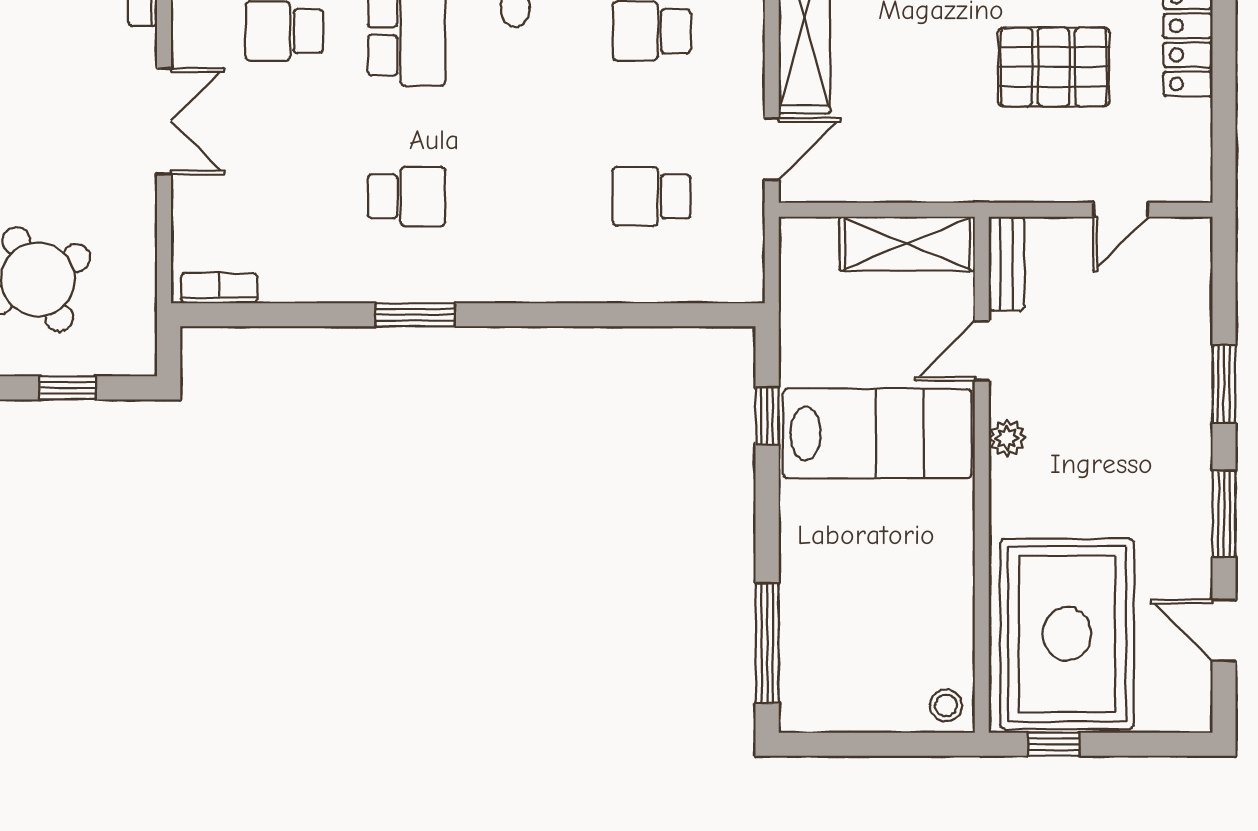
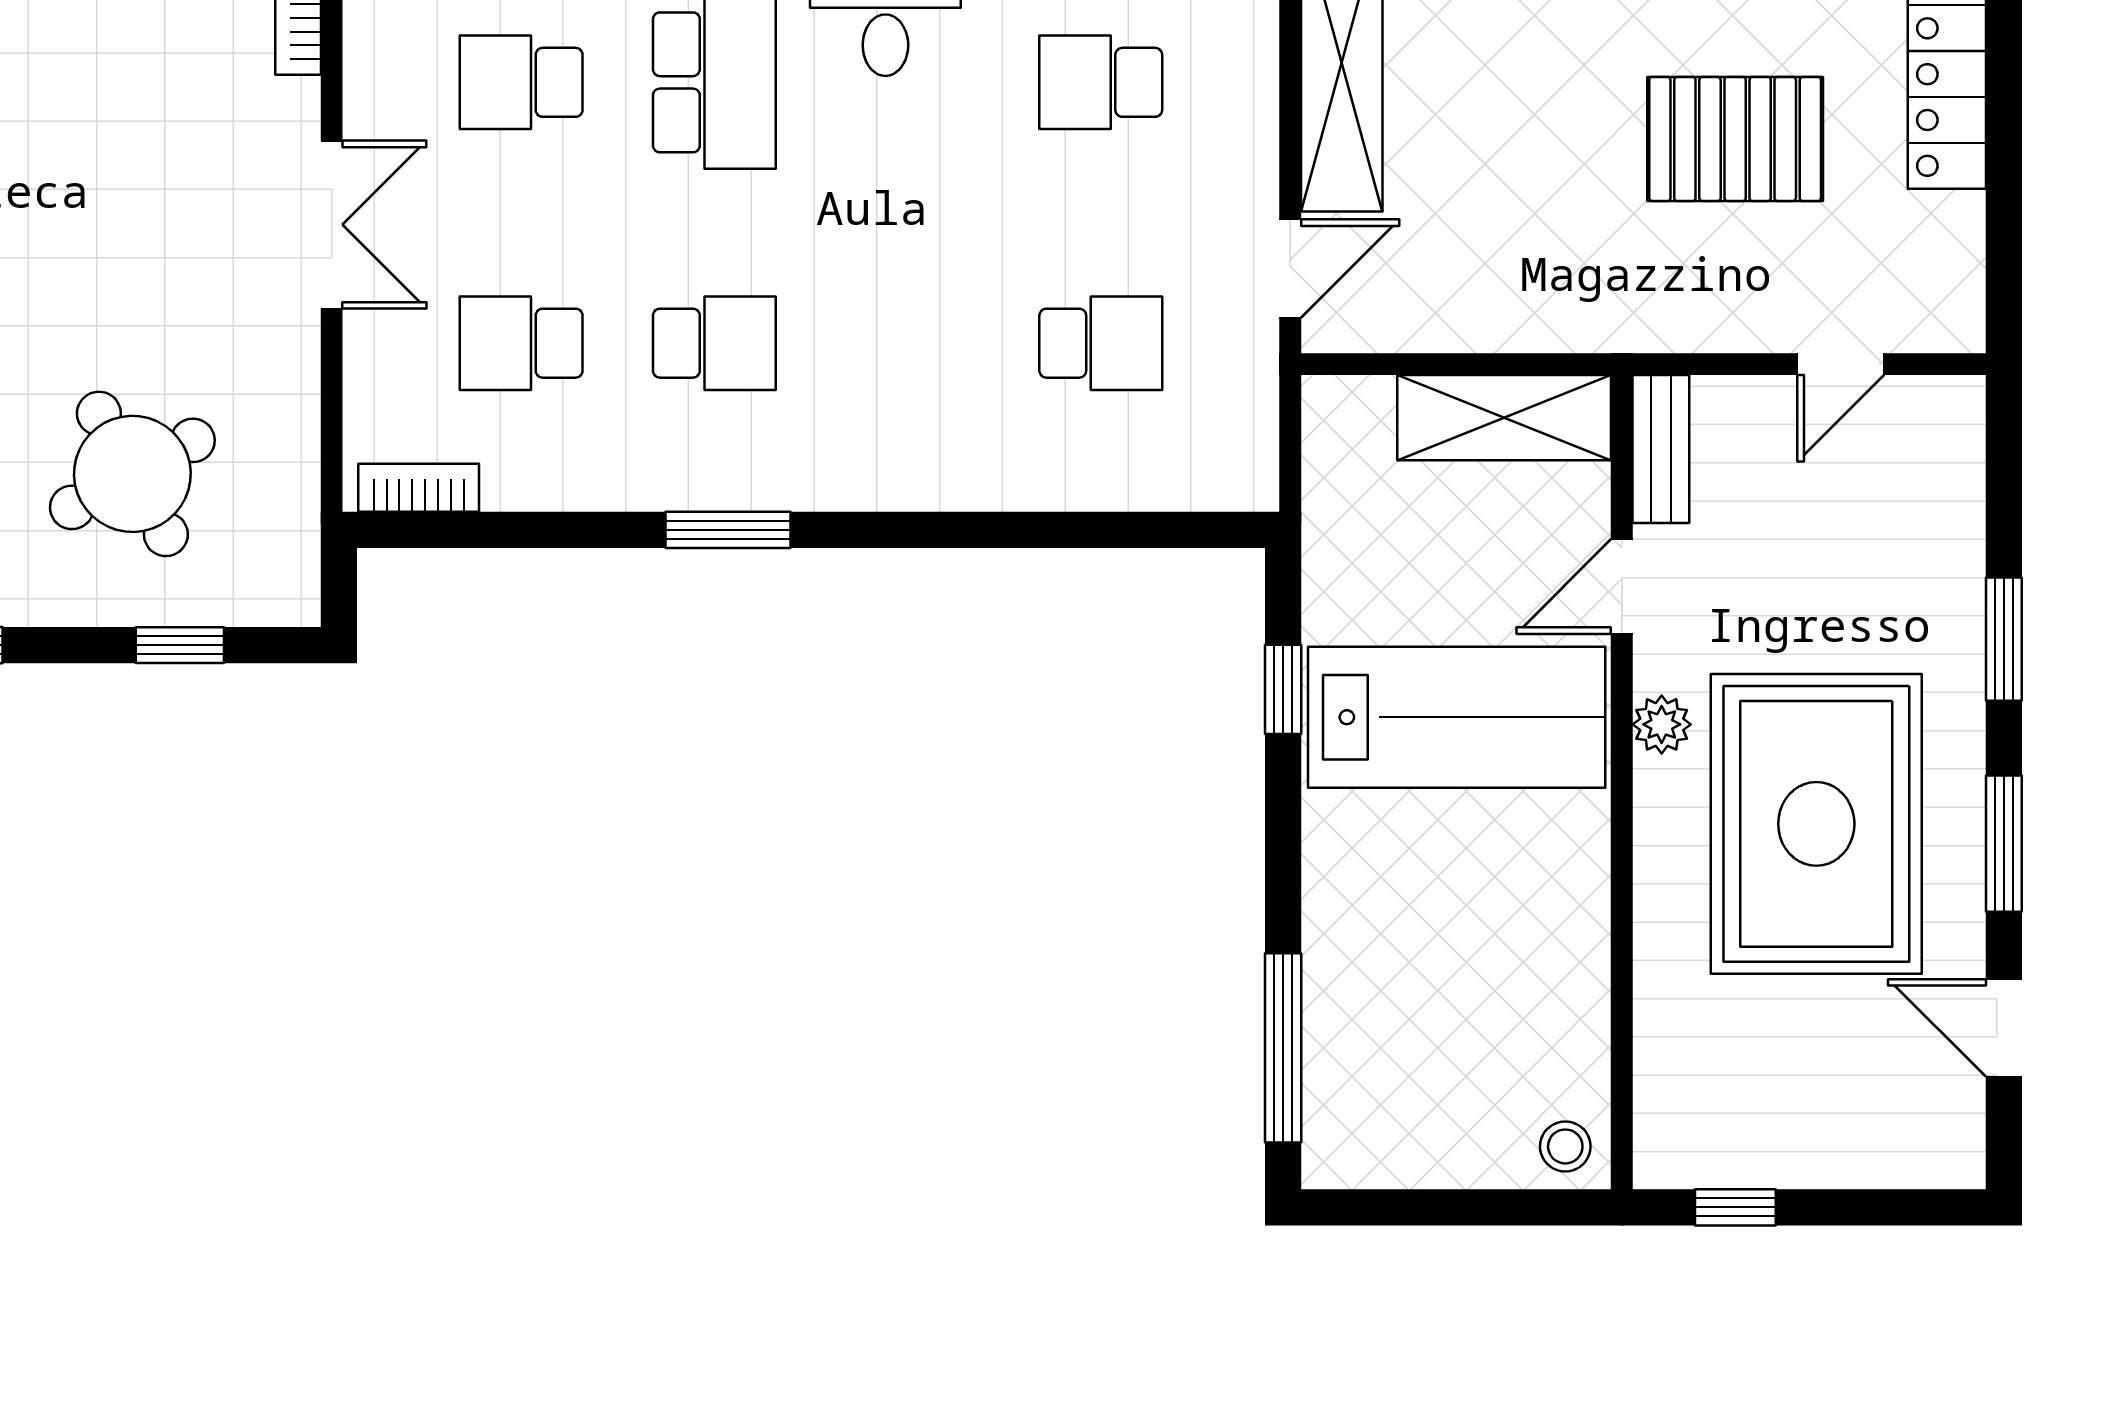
school desk: (284, 196) -> (521, 343), added
school desk: (652, 196) -> (1101, 343), turned 180
rug: (1067, 634) -> (1816, 824), moved

